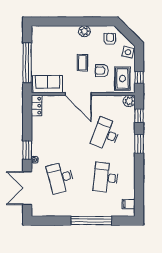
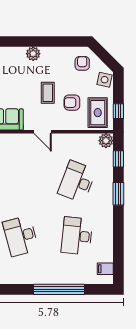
plant: (84, 31) -> (33, 54), moved
door: (78, 94) -> (43, 132), width x0.53

